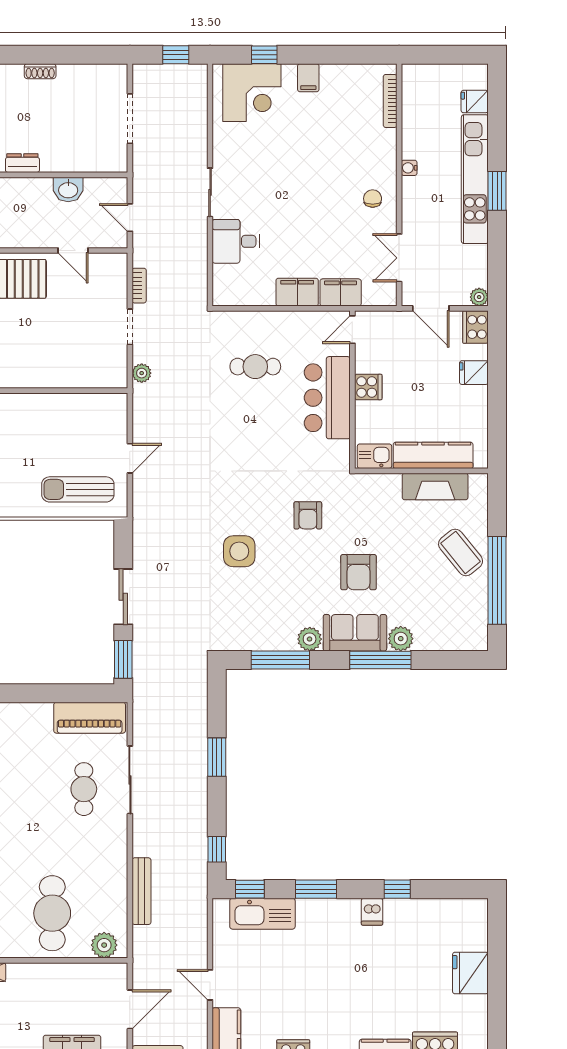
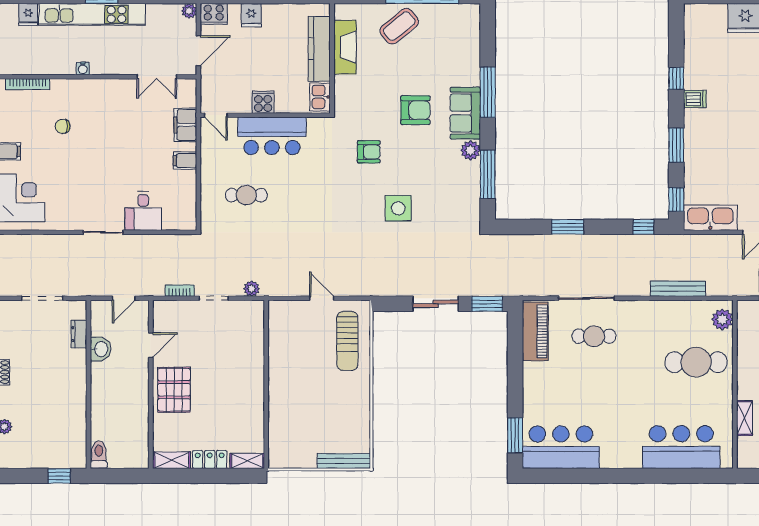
dresser: (22, 163) -> (79, 334), moved
chair: (373, 199) -> (63, 126), moved
filing cabinet: (297, 292) -> (185, 161), width x0.50
cafe table: (255, 367) -> (246, 195), turned 90
plant: (401, 639) -> (470, 75), removed
kitchen sink: (262, 914) -> (710, 218), moved, turned -90

